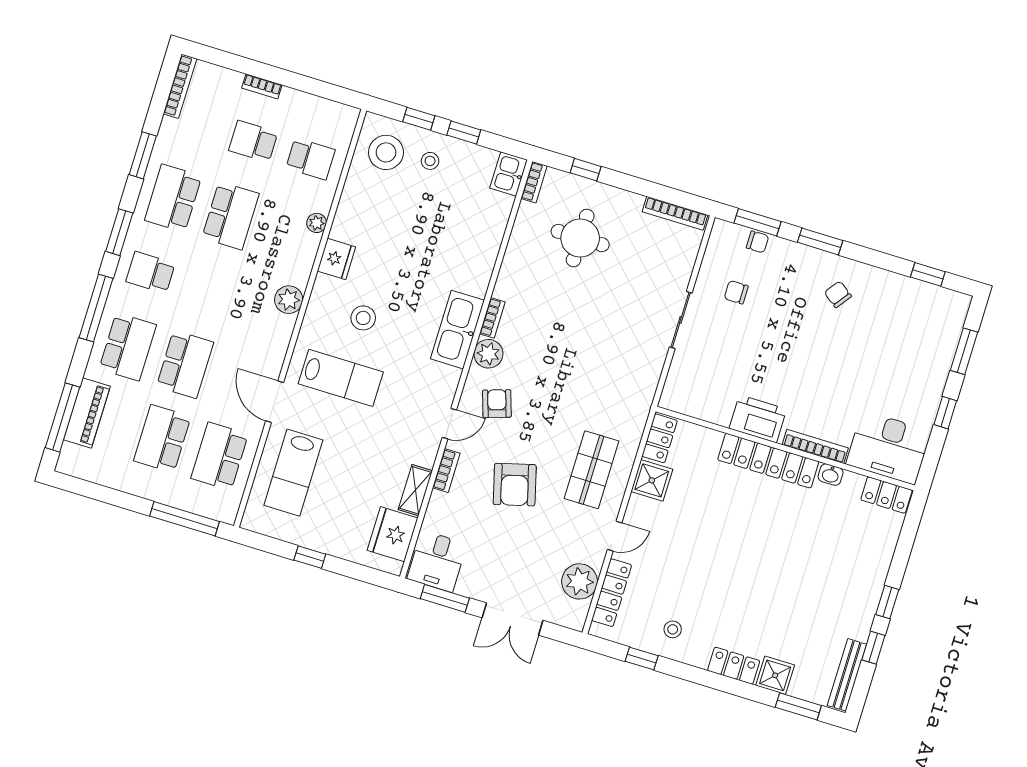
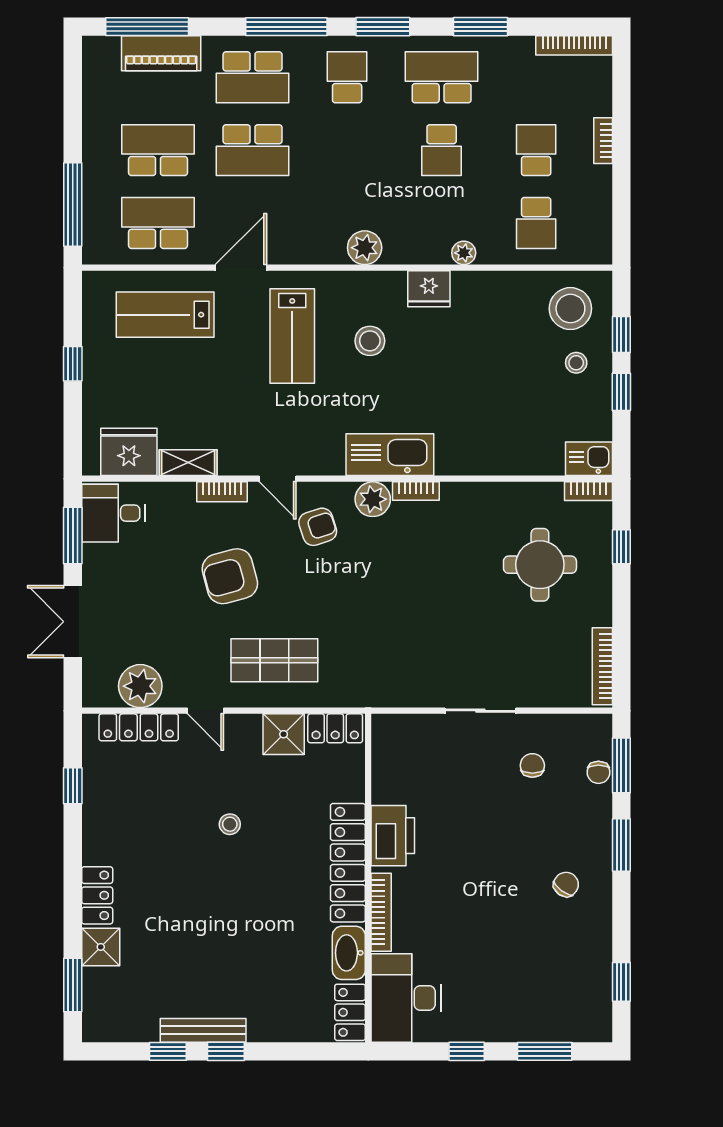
school desk: (230, 216) -> (442, 150), width x0.54
washbasin: (831, 475) -> (349, 953), width x1.91, depth x1.45
stool: (673, 629) -> (230, 824), moved
bench: (847, 675) -> (203, 1030), moved

